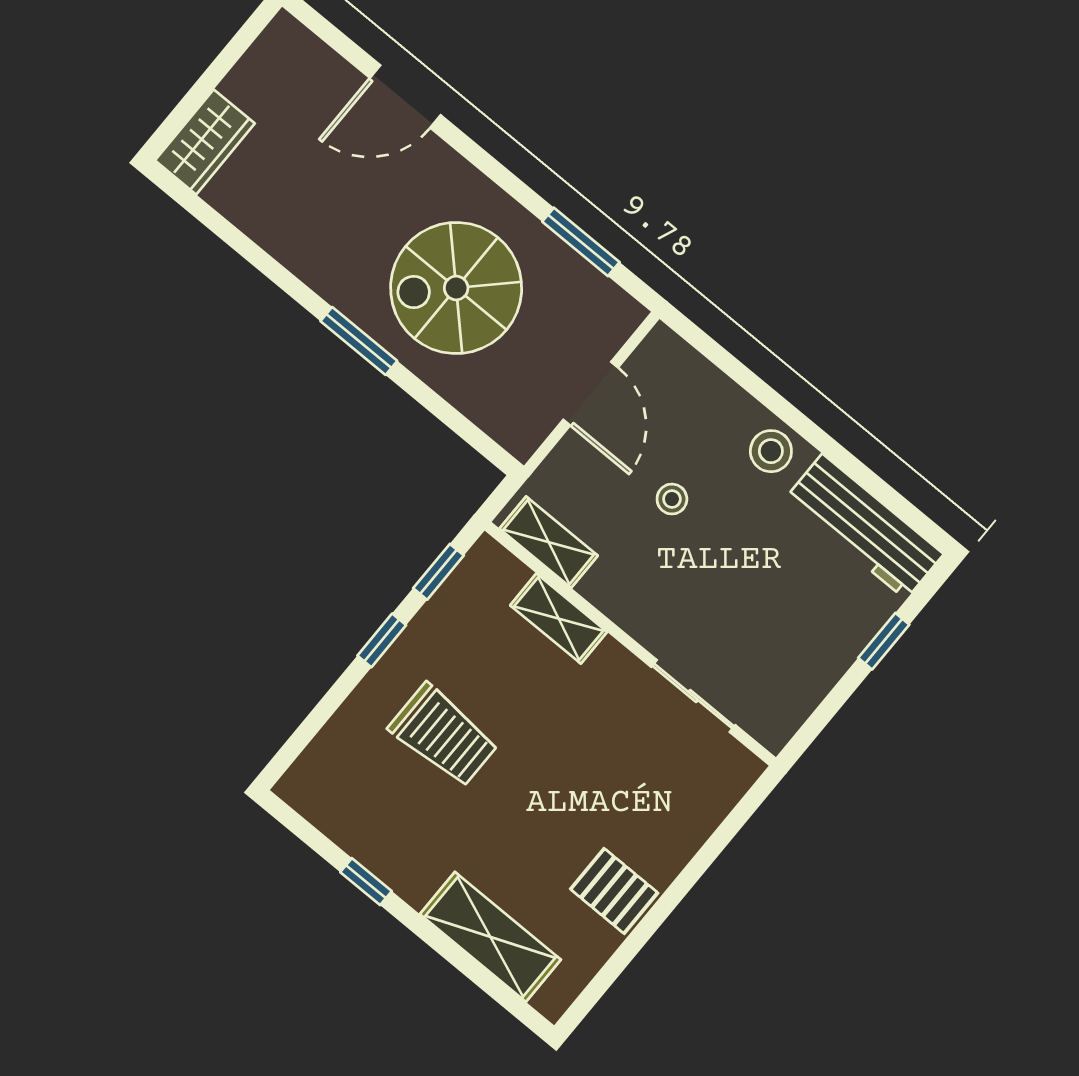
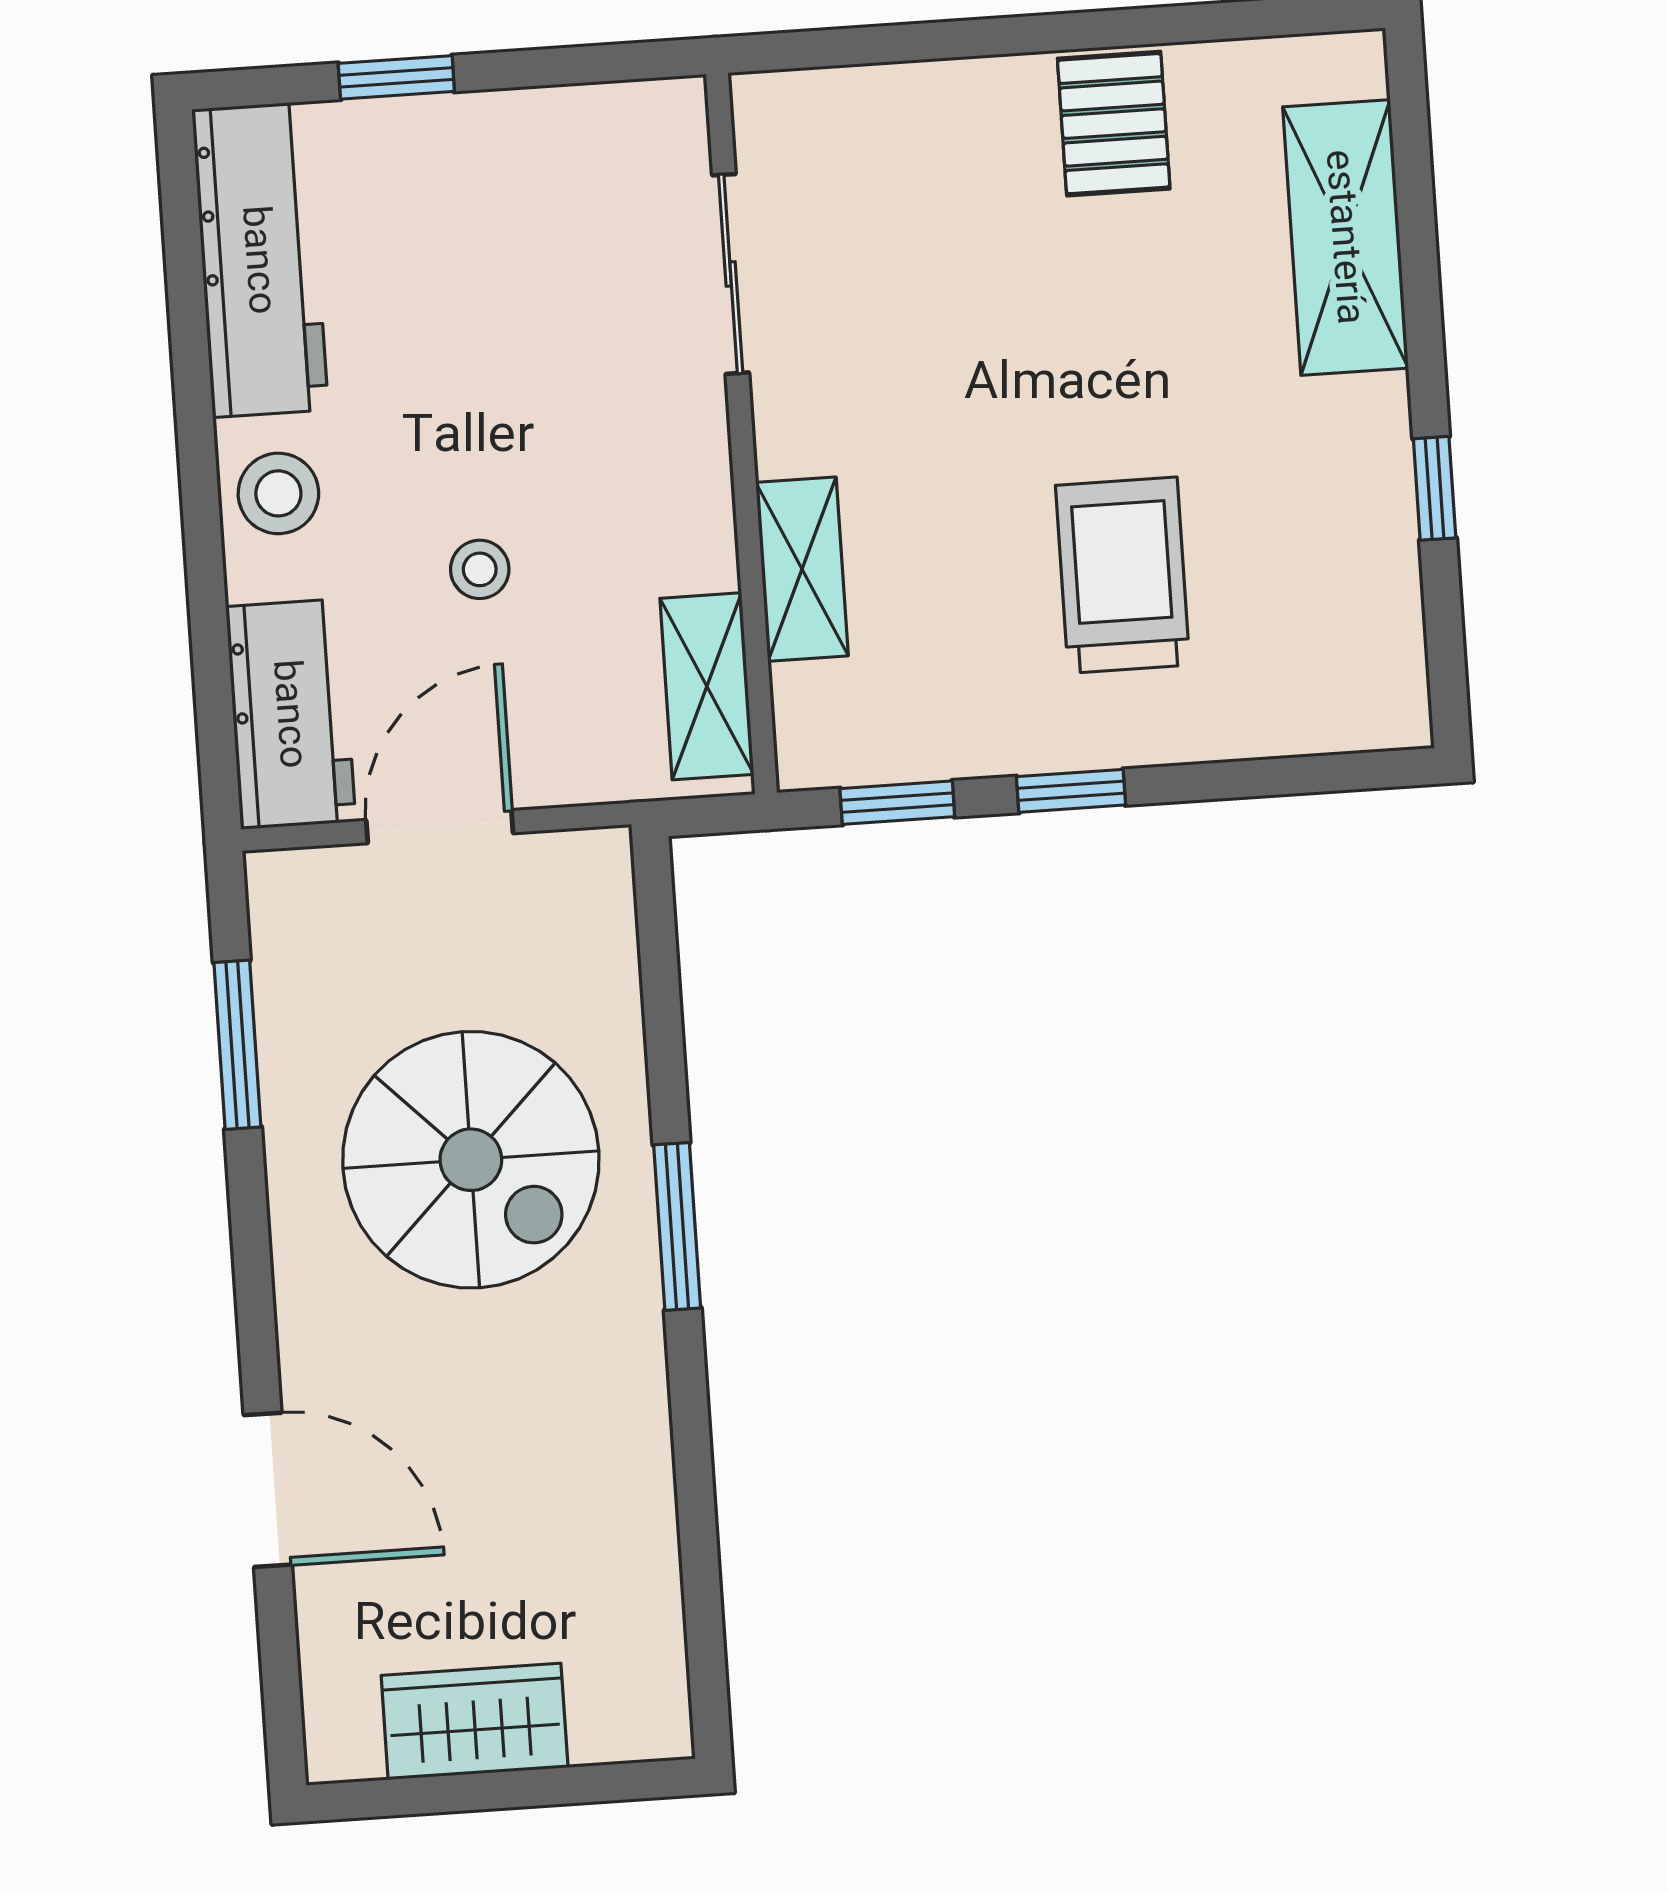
wardrobe: (205, 142) -> (475, 1721), moved
workbench: (685, 378) -> (291, 714), added

